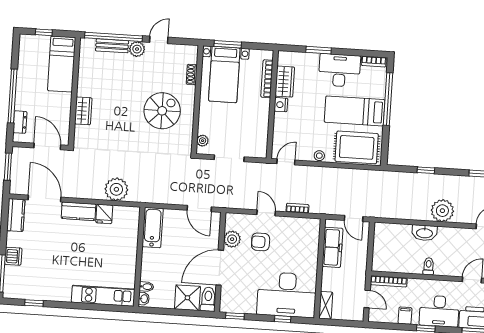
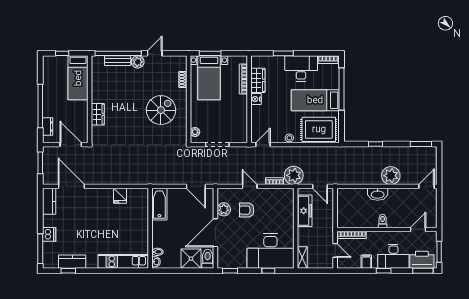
plant: (116, 189) -> (294, 175), moved
kitchen counter: (79, 211) -> (72, 262), moved, turned 180

